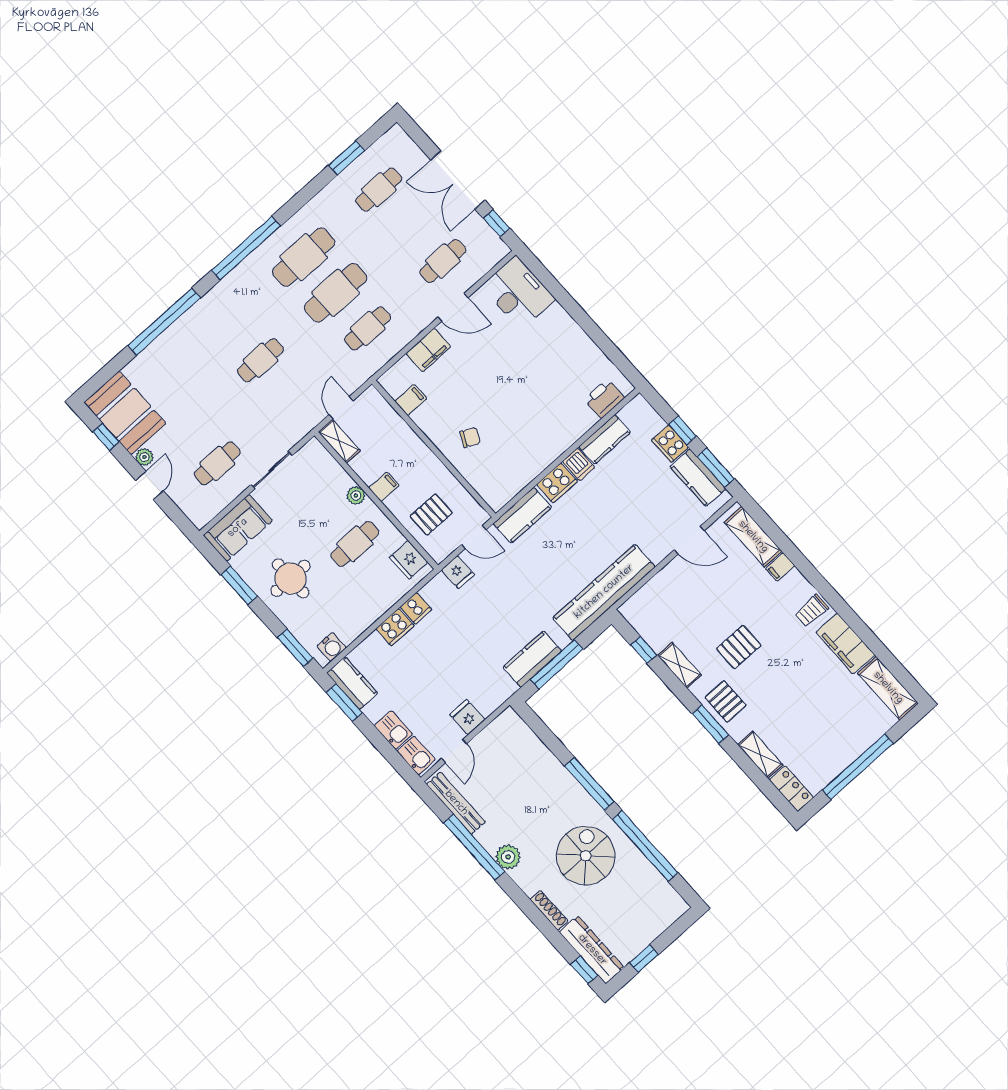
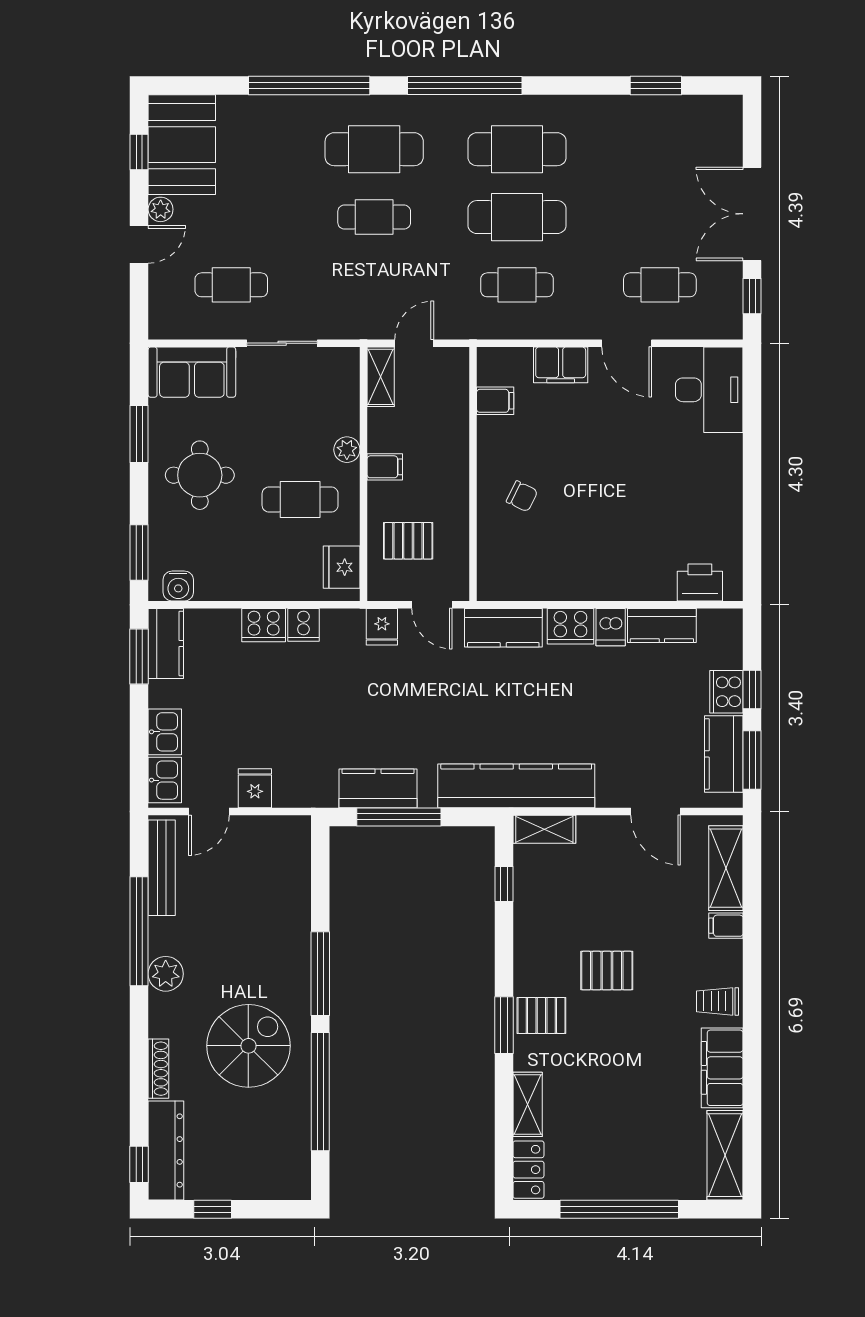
cafe table: (379, 190) -> (374, 149), moved, width x1.37, depth x1.35
shelving: (680, 665) -> (544, 829), moved, turned 90
pallet: (725, 701) -> (541, 1015), turned 90

